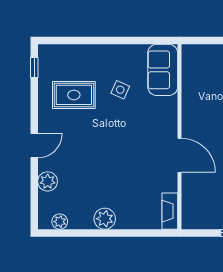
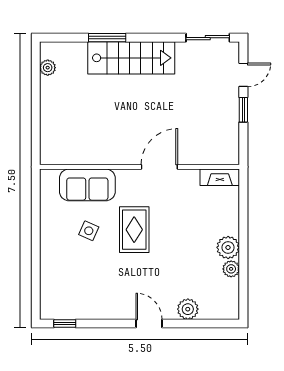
sofa: (163, 70) -> (87, 185), moved
rug: (74, 95) -> (134, 230), moved
plant: (60, 222) -> (231, 269), moved

